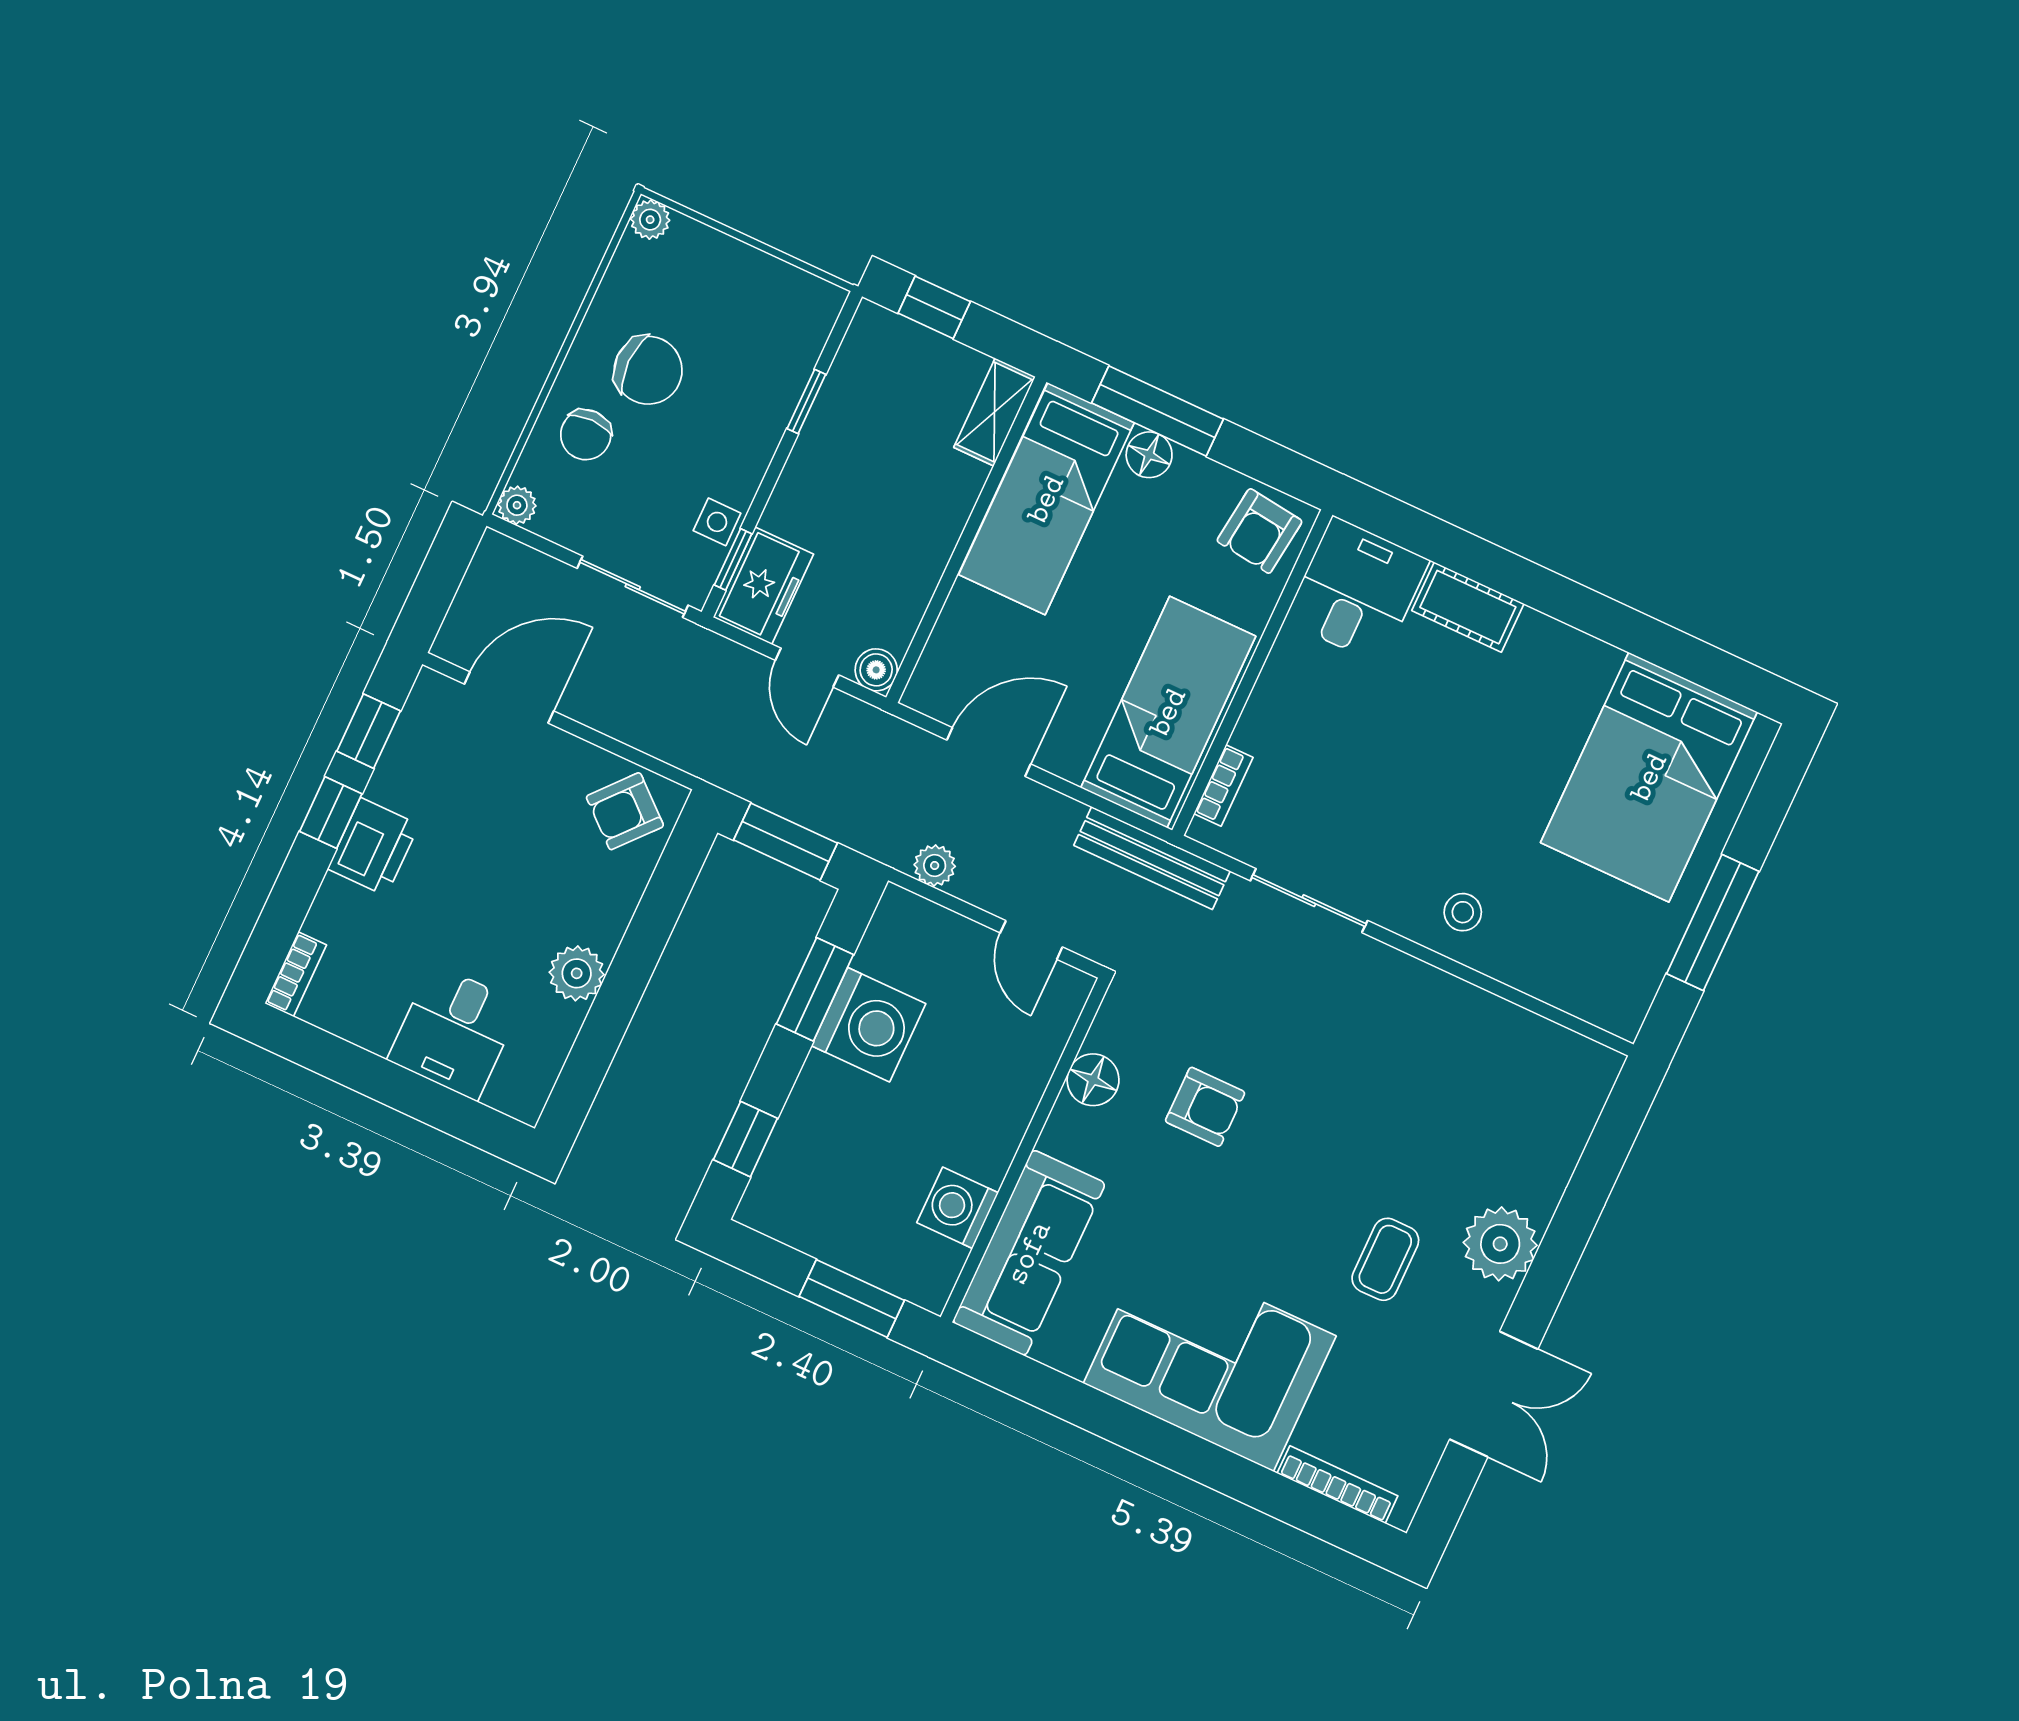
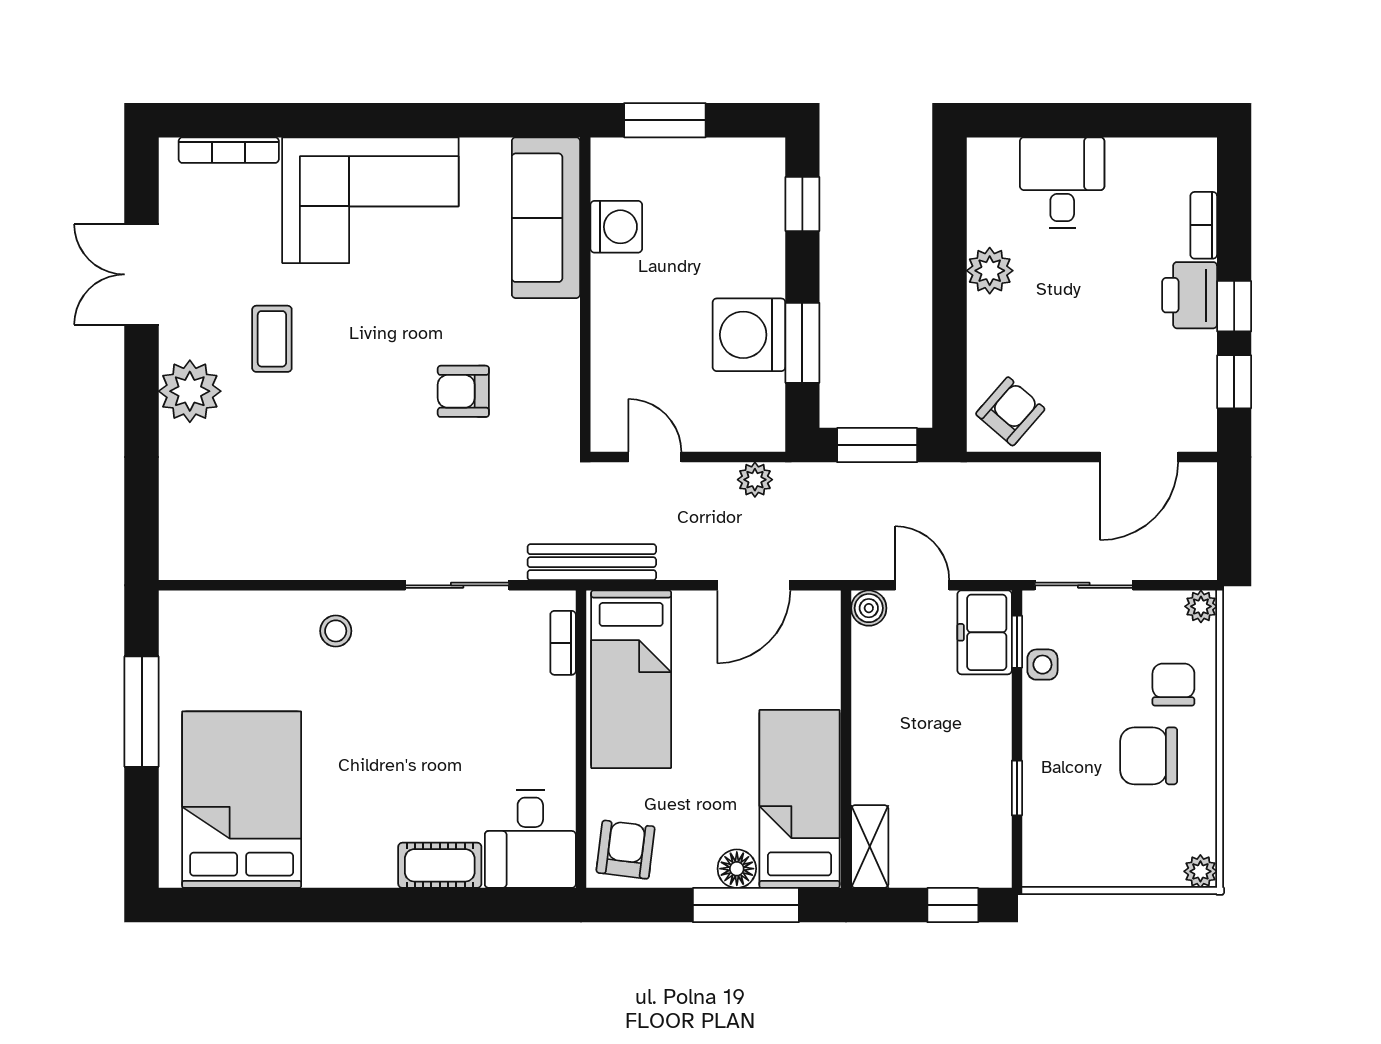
bookcase: (296, 974) -> (1204, 225), moved
floor lamp: (1093, 1080) -> (558, 372), removed

